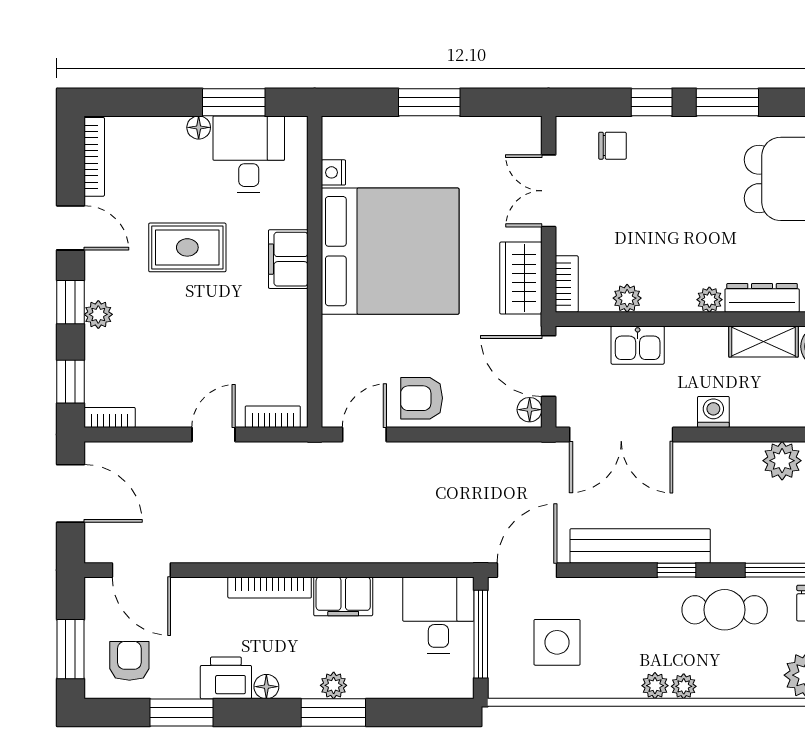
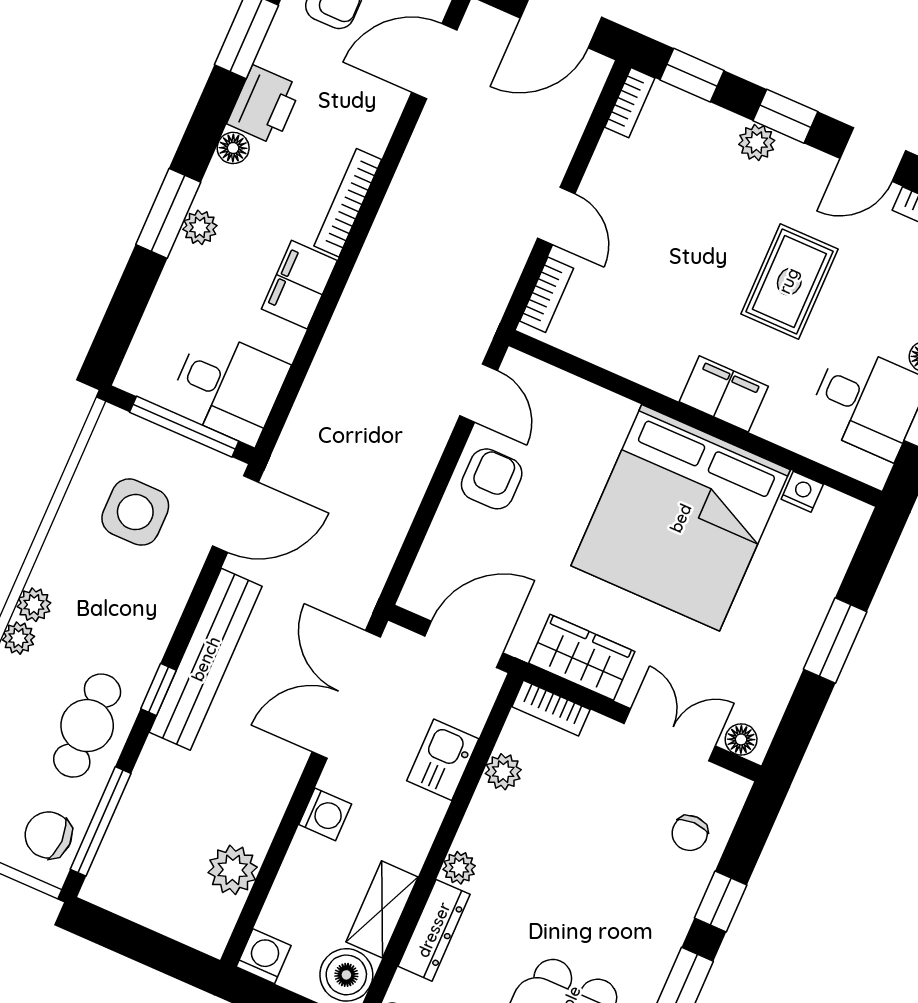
floor lamp: (530, 410) -> (741, 739), moved
door: (527, 570) -> (236, 514), hinge flipped

